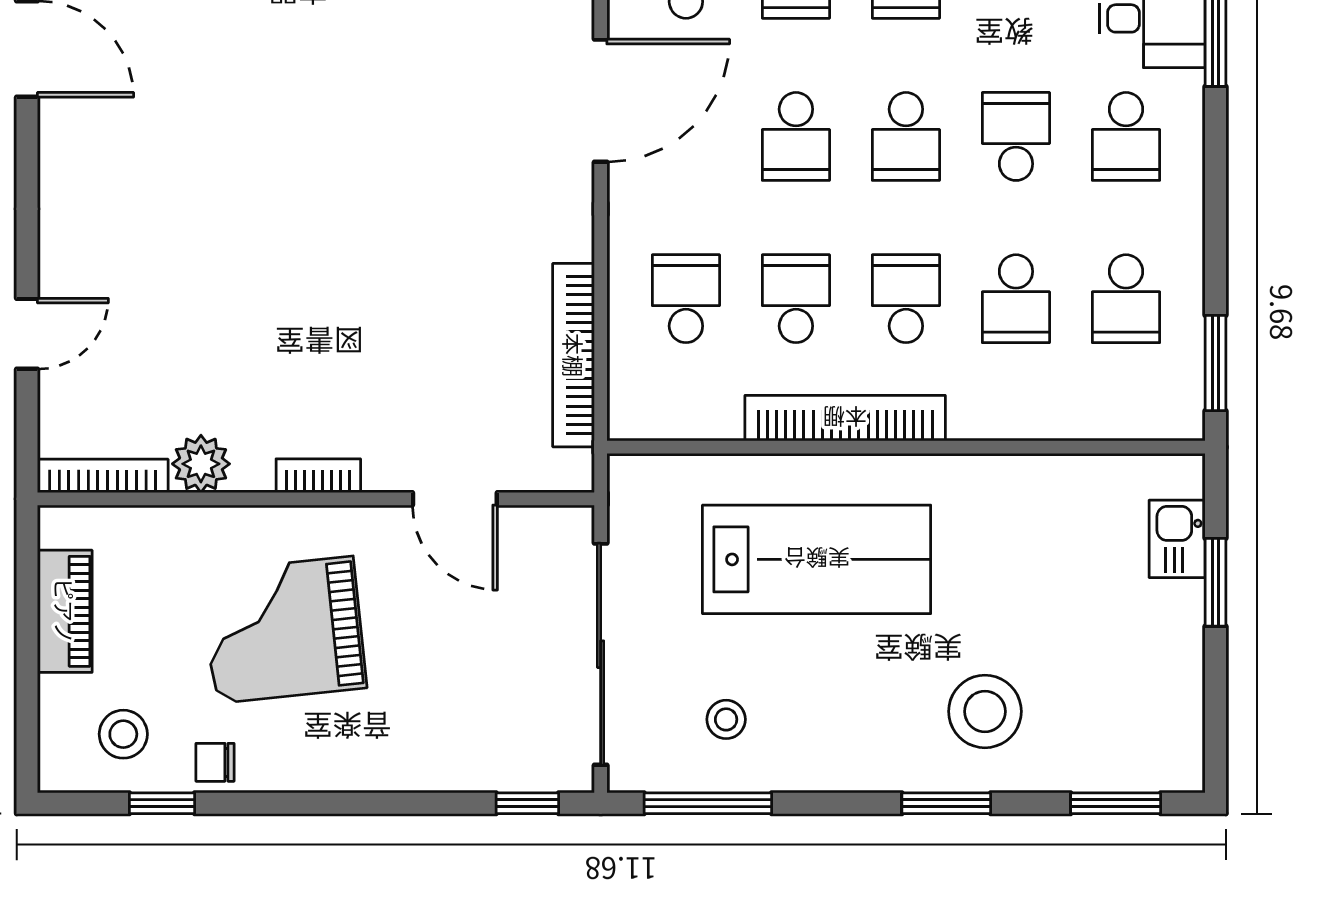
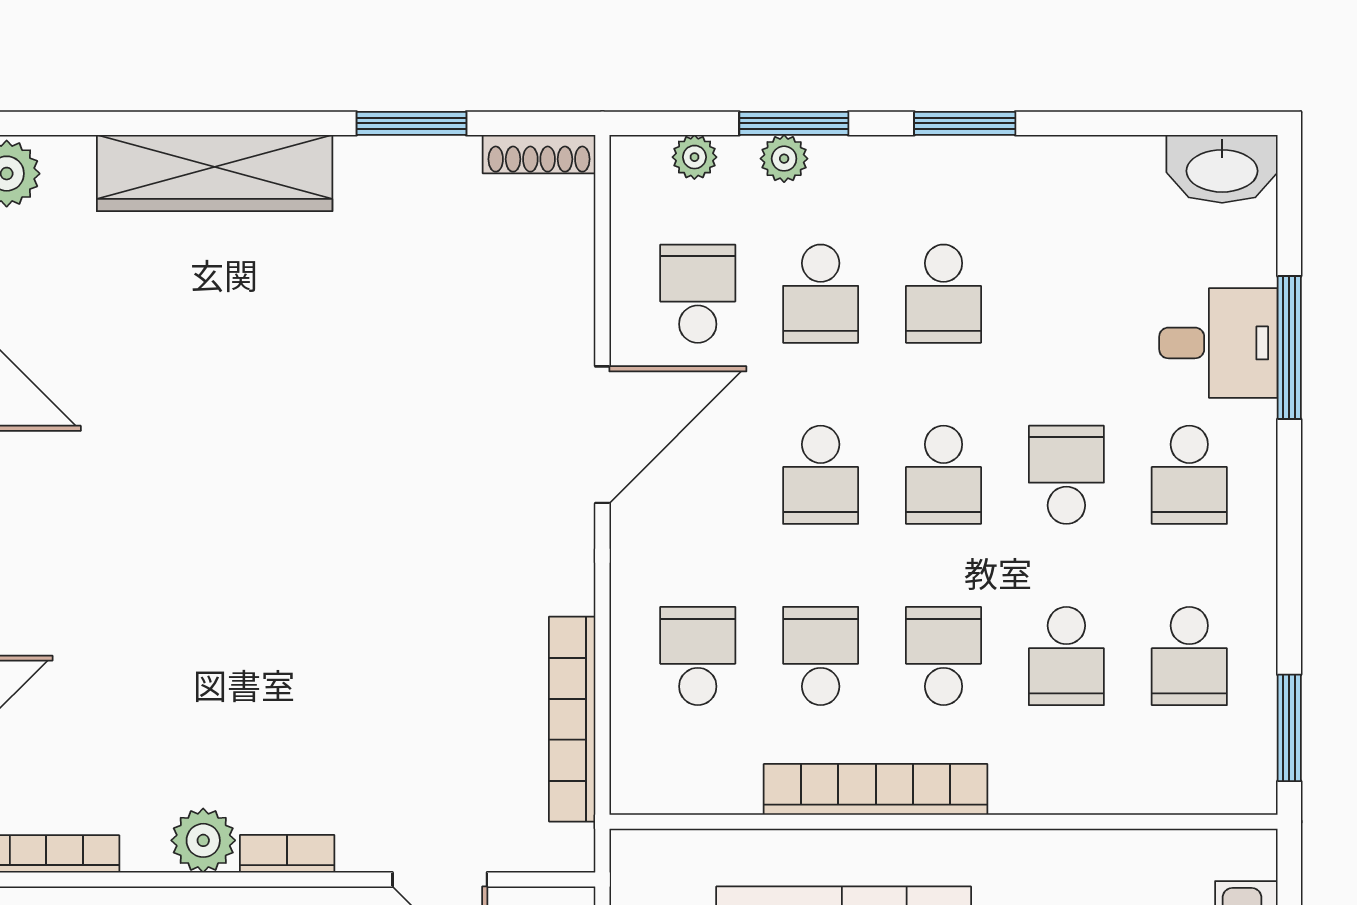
plant: (201, 464) -> (203, 840), moved

